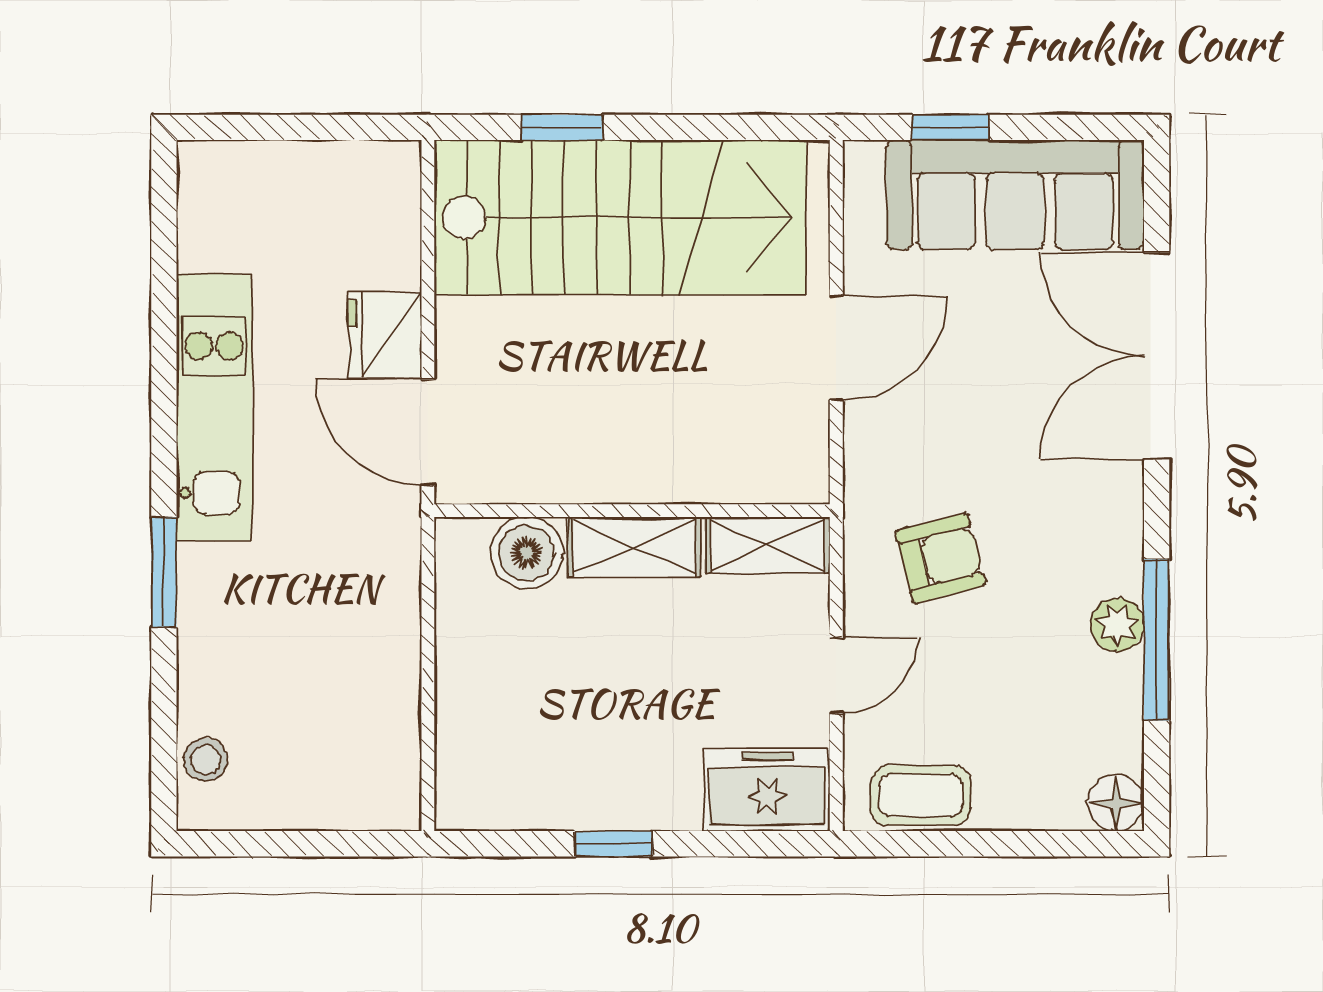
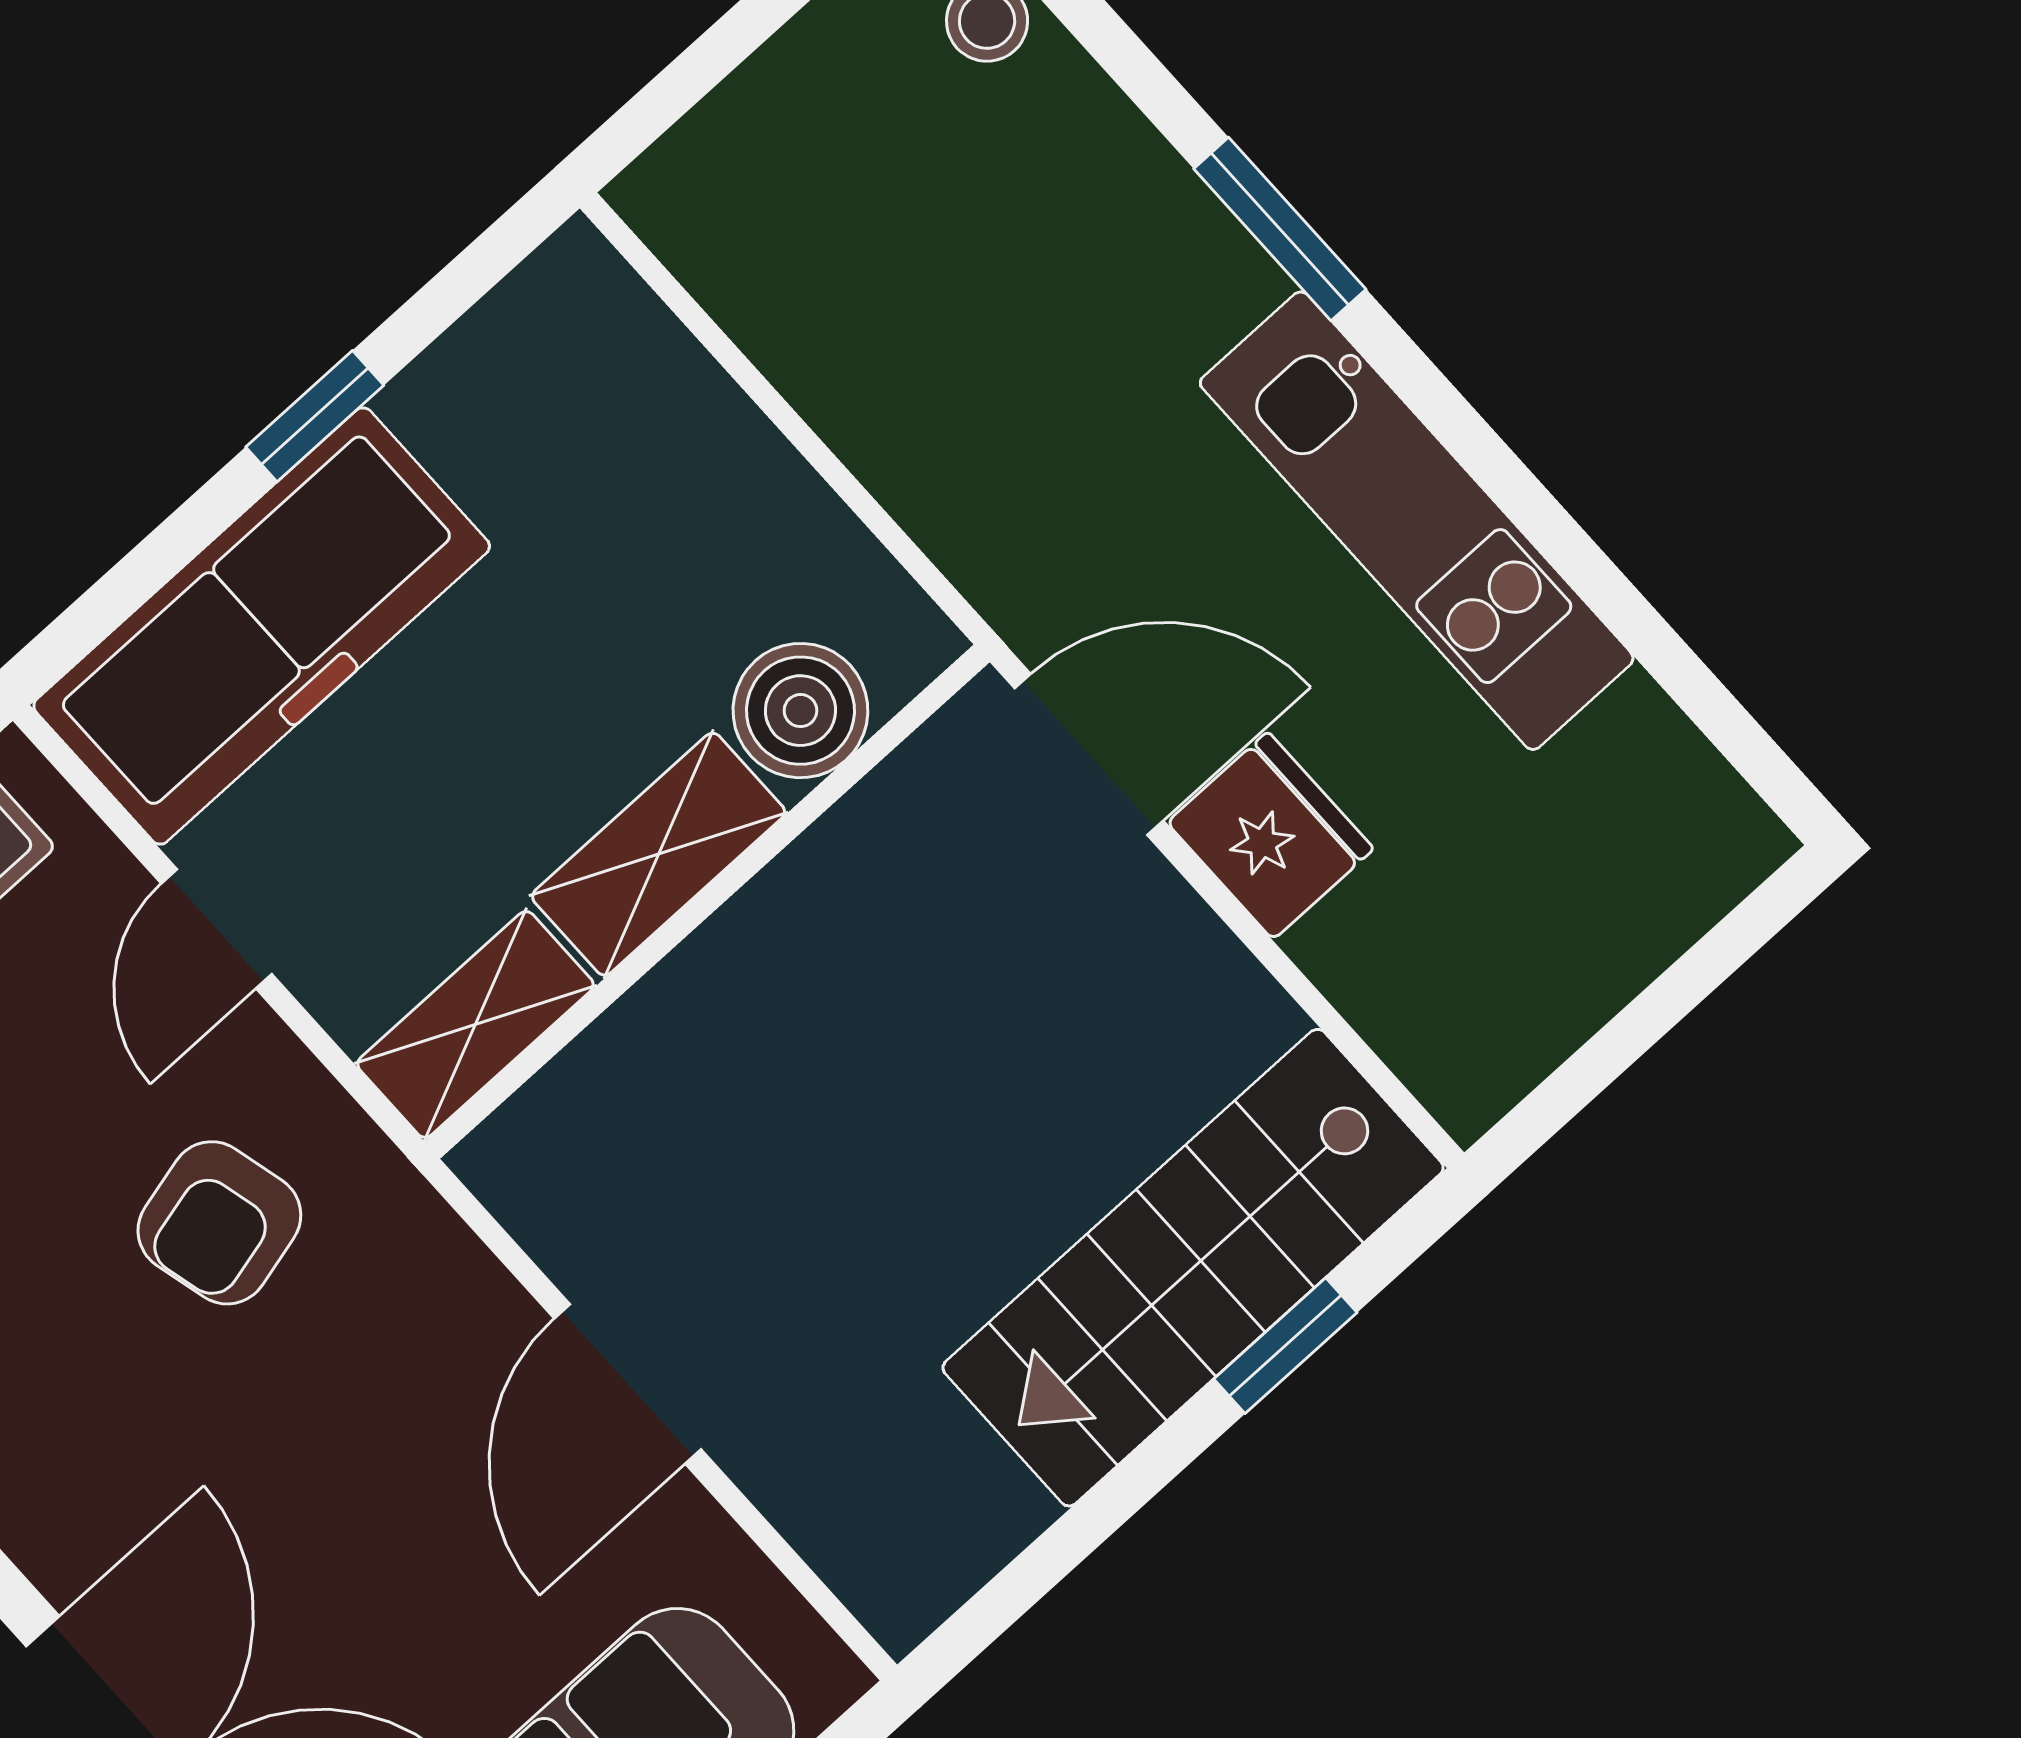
stairs: (620, 217) -> (1193, 1268), width x0.73, depth x0.66
freezer: (767, 790) -> (262, 626), width x1.91, depth x1.26

